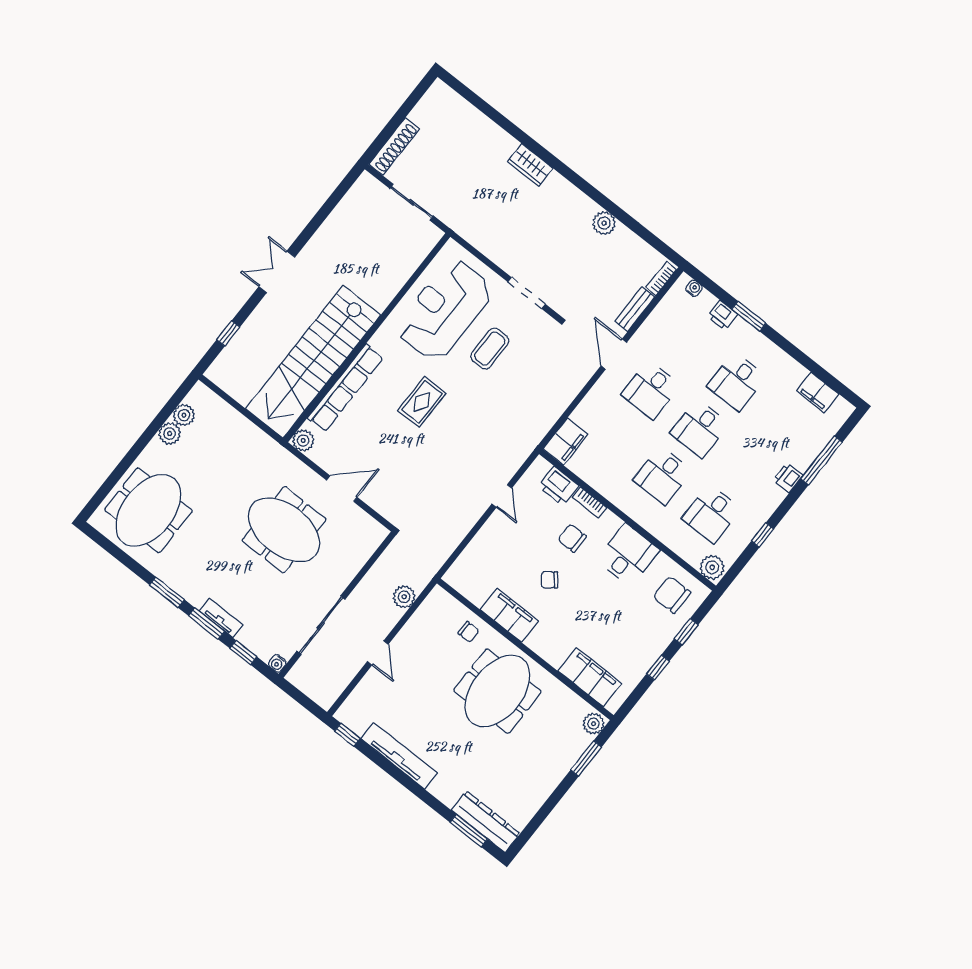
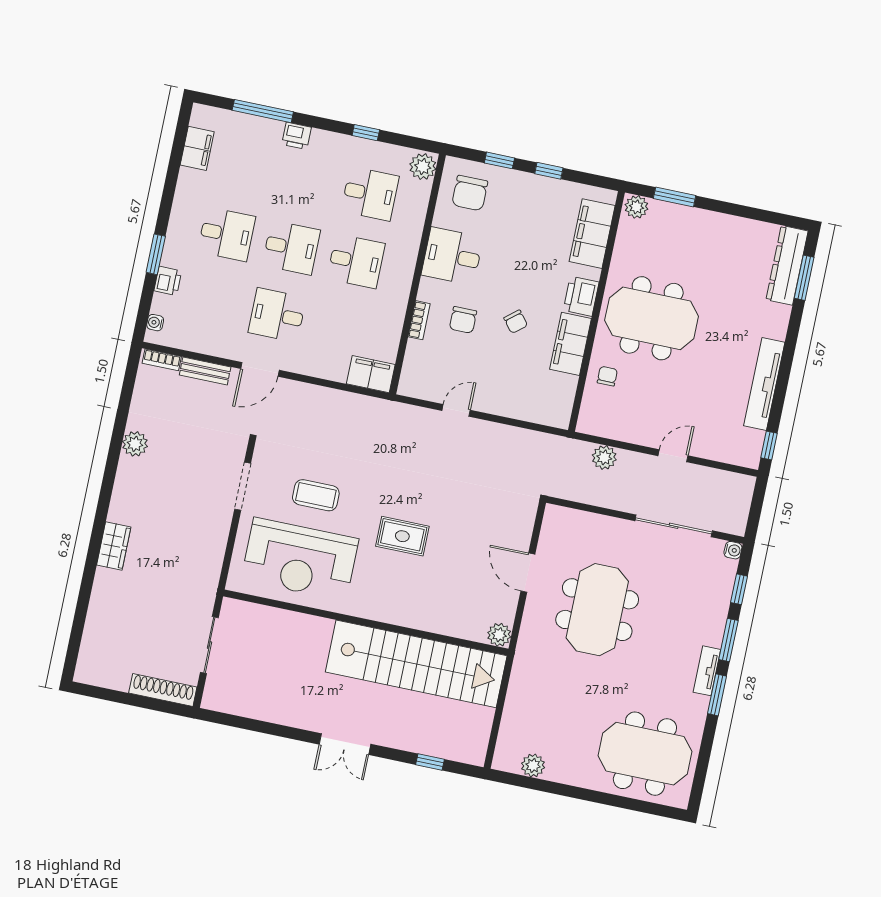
row of seats: (345, 388) -> (426, 619), removed
desk: (651, 390) -> (277, 315), turned 180
plant: (170, 434) -> (558, 771), removed
printer: (558, 486) -> (581, 296), moved, turned 180
tv unit: (221, 618) -> (707, 671), moved

